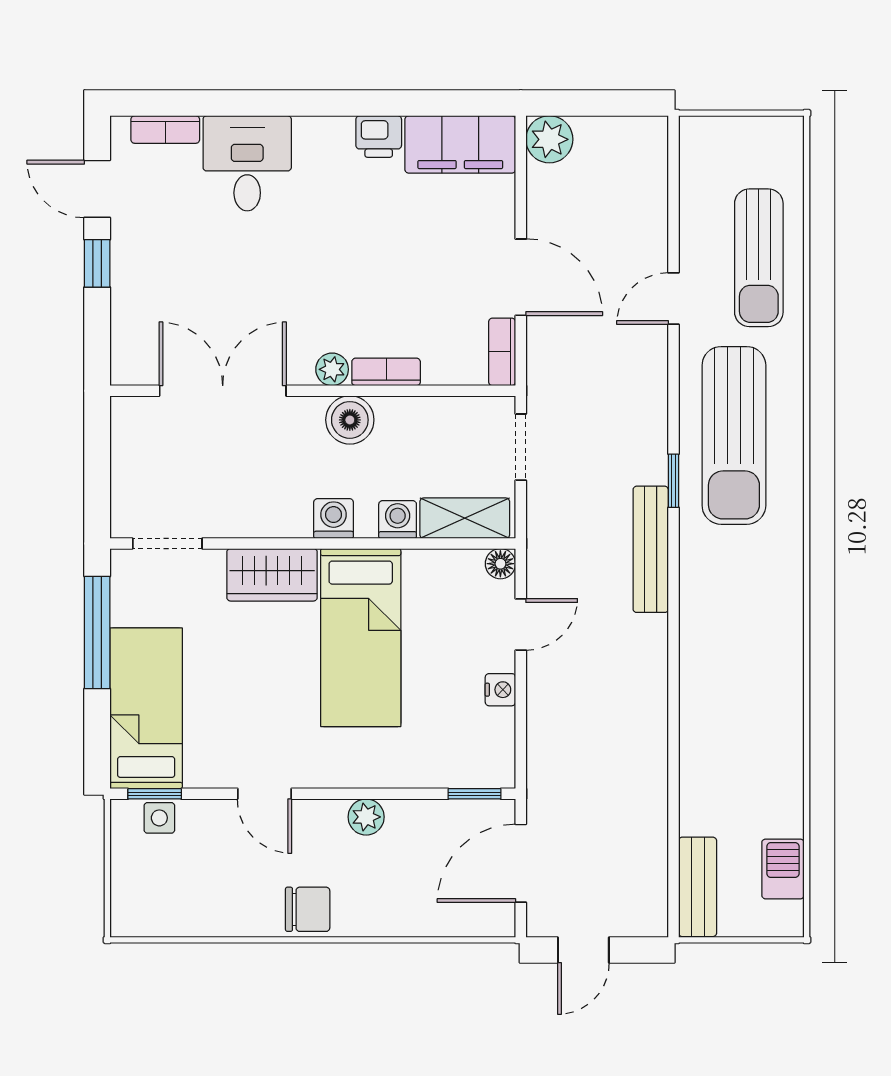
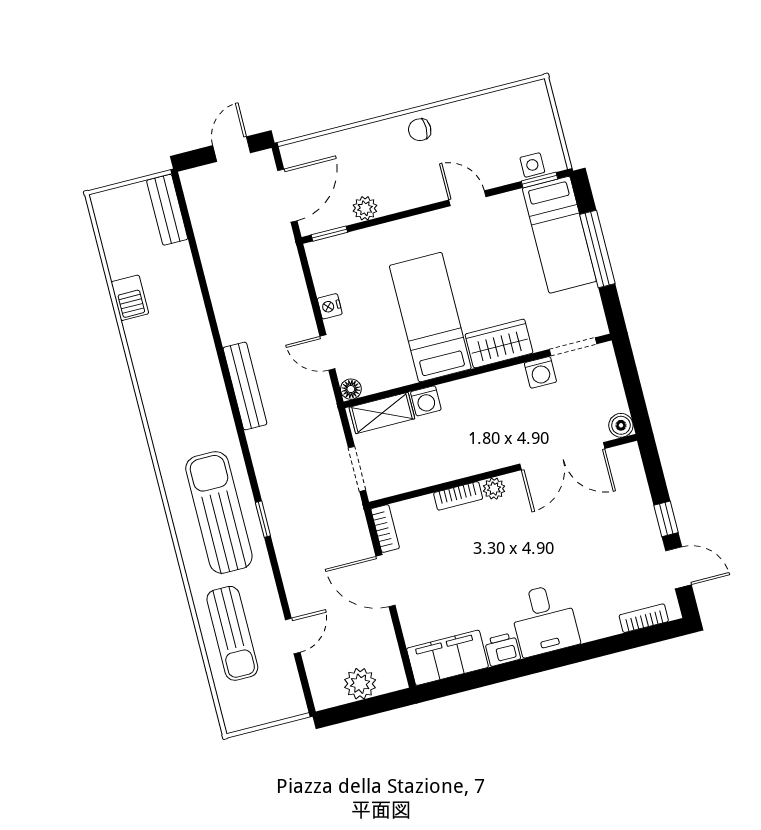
plant: (549, 139) -> (360, 684), moved
desk: (247, 163) -> (544, 620), moved
sun lounger: (759, 258) -> (232, 633), turned 180
door: (673, 299) -> (293, 636), moved
boiler: (350, 420) -> (621, 425), moved, width x0.73, depth x0.73
window: (673, 481) -> (263, 519), moved
washing machine: (334, 519) -> (540, 372), moved
bench: (651, 549) -> (245, 386), moved
door: (521, 624) -> (327, 353), hinge flipped
window: (97, 632) -> (597, 249), moved
plant: (366, 817) -> (365, 208), moved
barbecue: (783, 869) -> (130, 298), moved
chair: (308, 909) -> (420, 130), width x0.73, depth x0.73

